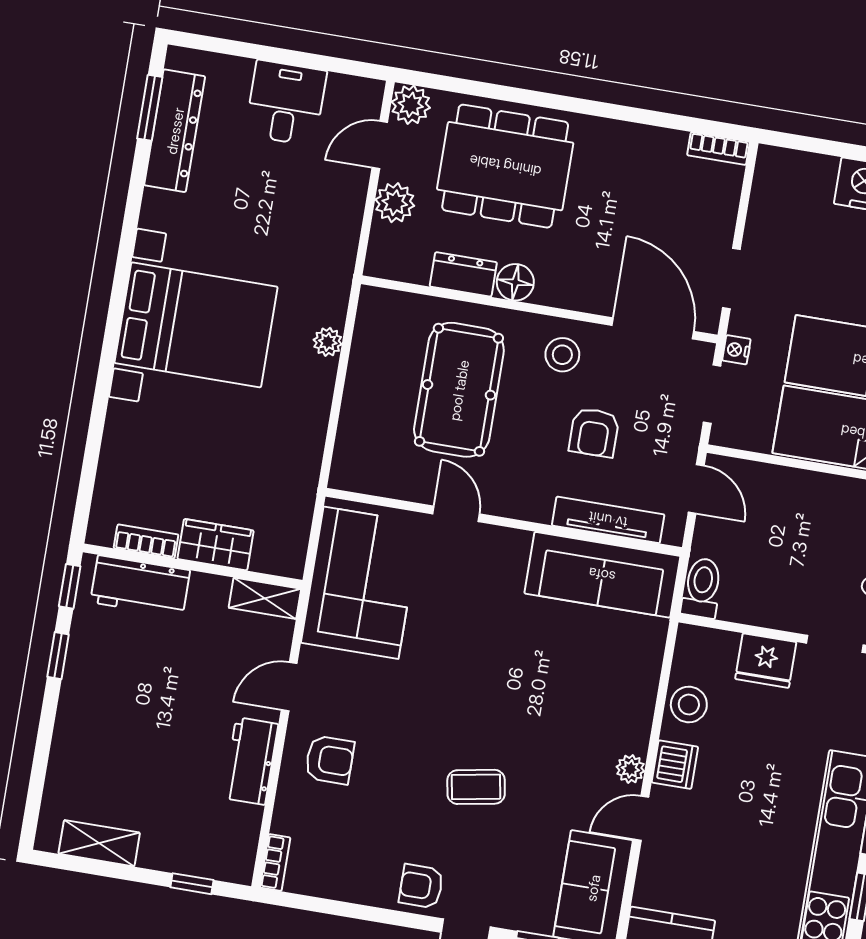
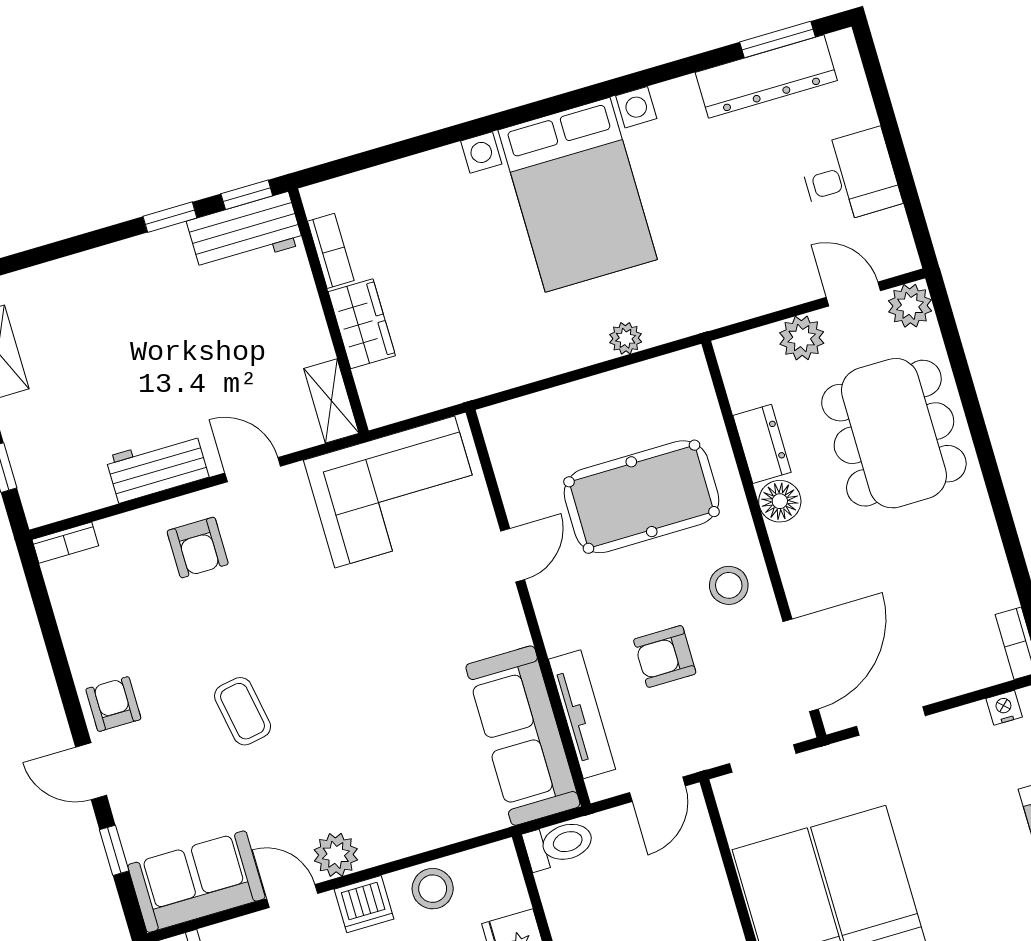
nightstand: (736, 350) -> (1004, 708), moved
workbench: (140, 586) -> (245, 233), moved, turned -90
plant: (630, 769) -> (336, 855), width x1.38, depth x1.38

